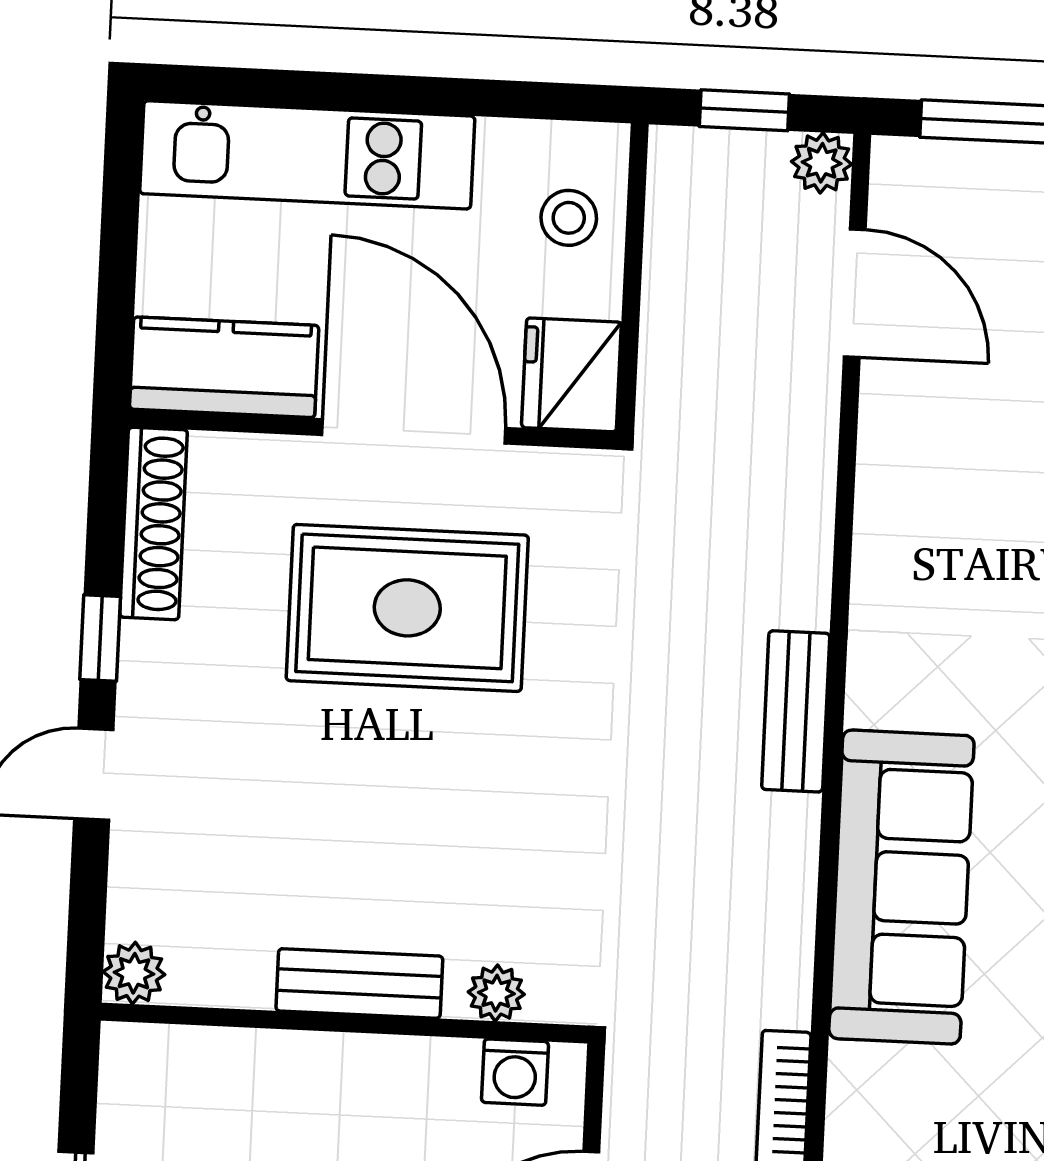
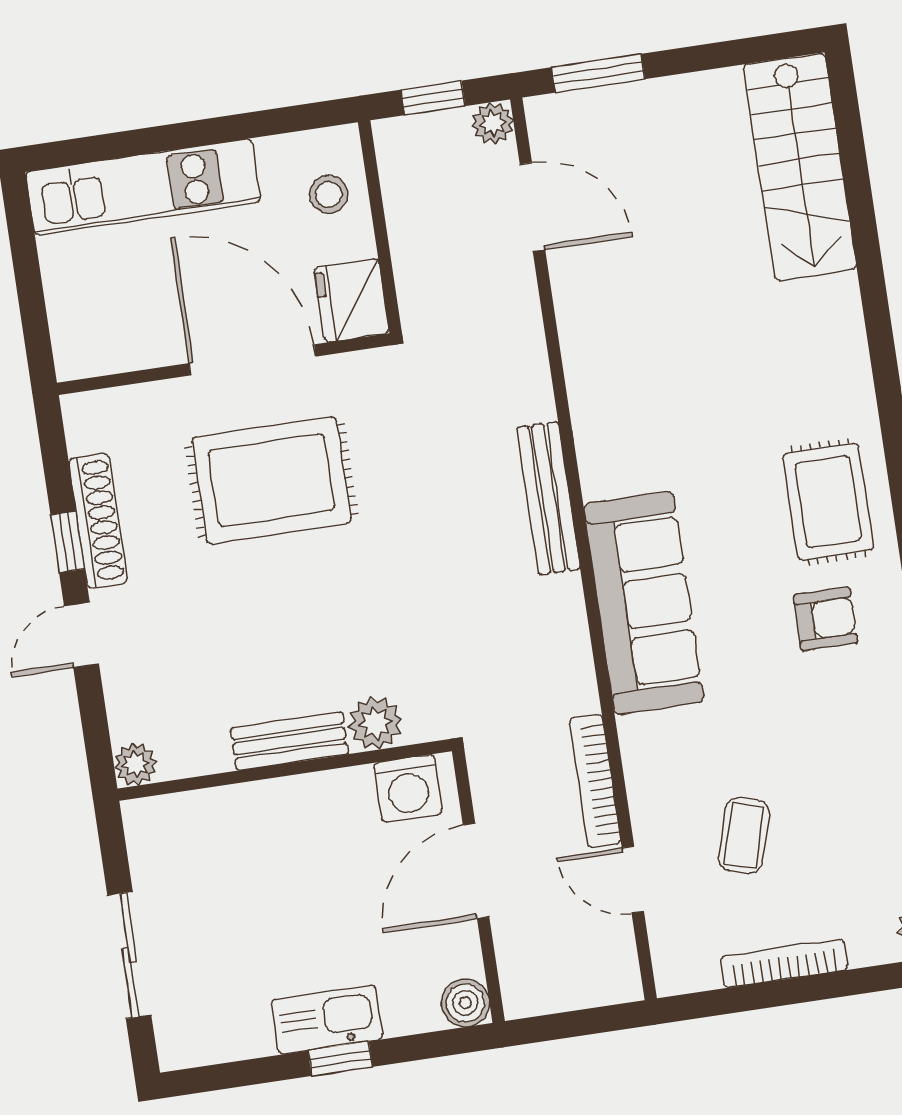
kitchen counter: (224, 367) -> (115, 342), removed
shoe rack: (154, 523) -> (98, 521), moved
bench: (796, 711) -> (549, 498), width x1.36
plant: (496, 993) -> (375, 723), width x1.38, depth x1.38
washing machine: (515, 1072) -> (408, 788), width x1.38, depth x1.38

